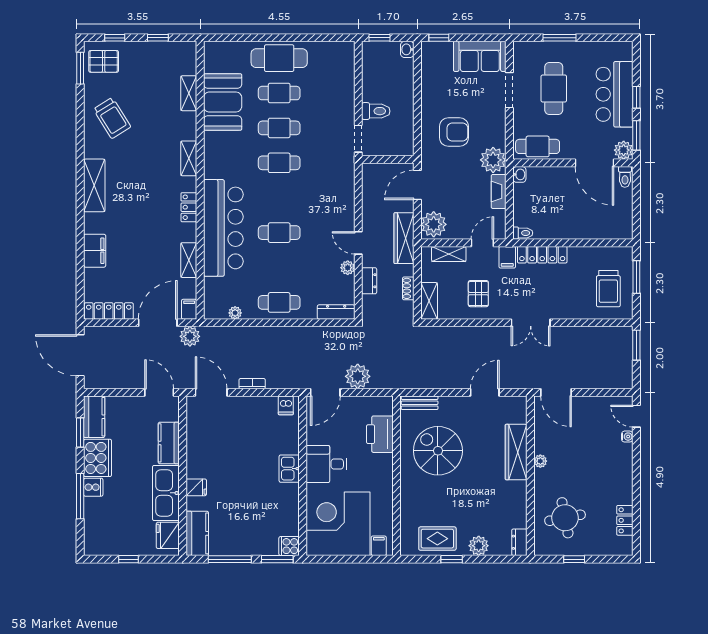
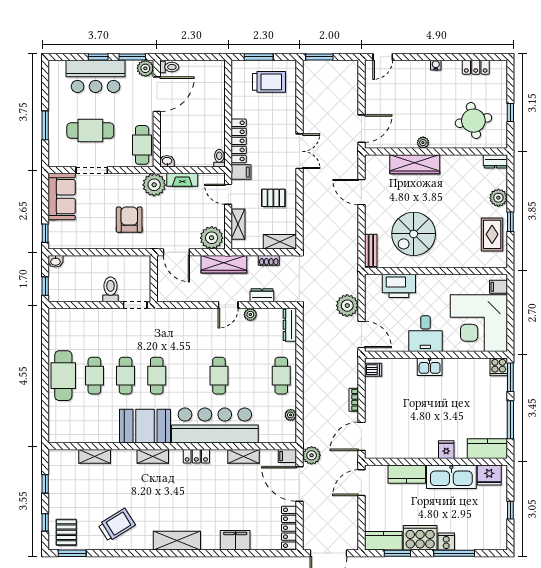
booth: (223, 102) -> (145, 426), moved
water cooler: (627, 437) -> (436, 65), moved

